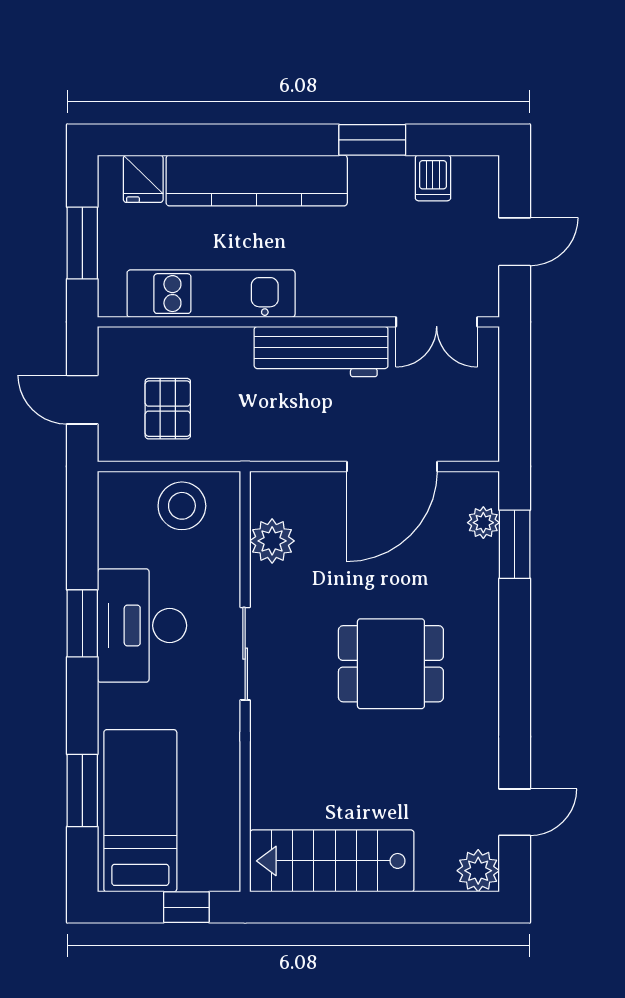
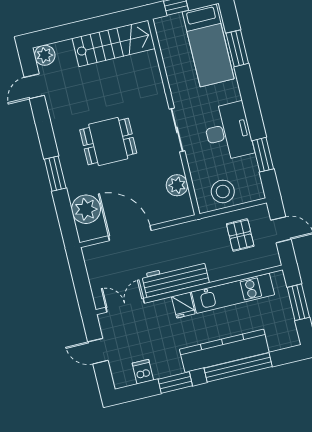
window: (237, 140) -> (238, 367), added
fridge: (143, 179) -> (183, 305), moved, turned 180
door: (515, 242) -> (98, 351), hinge flipped
door: (392, 466) -> (130, 233), hinge flipped
plant: (483, 523) -> (86, 209), width x1.88, depth x1.88
window: (515, 544) -> (55, 174), moved
window: (82, 623) -> (263, 155), moved

